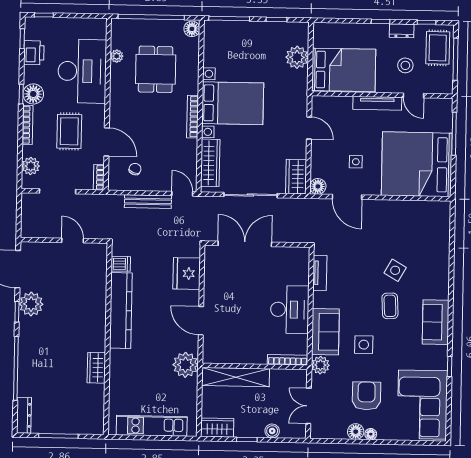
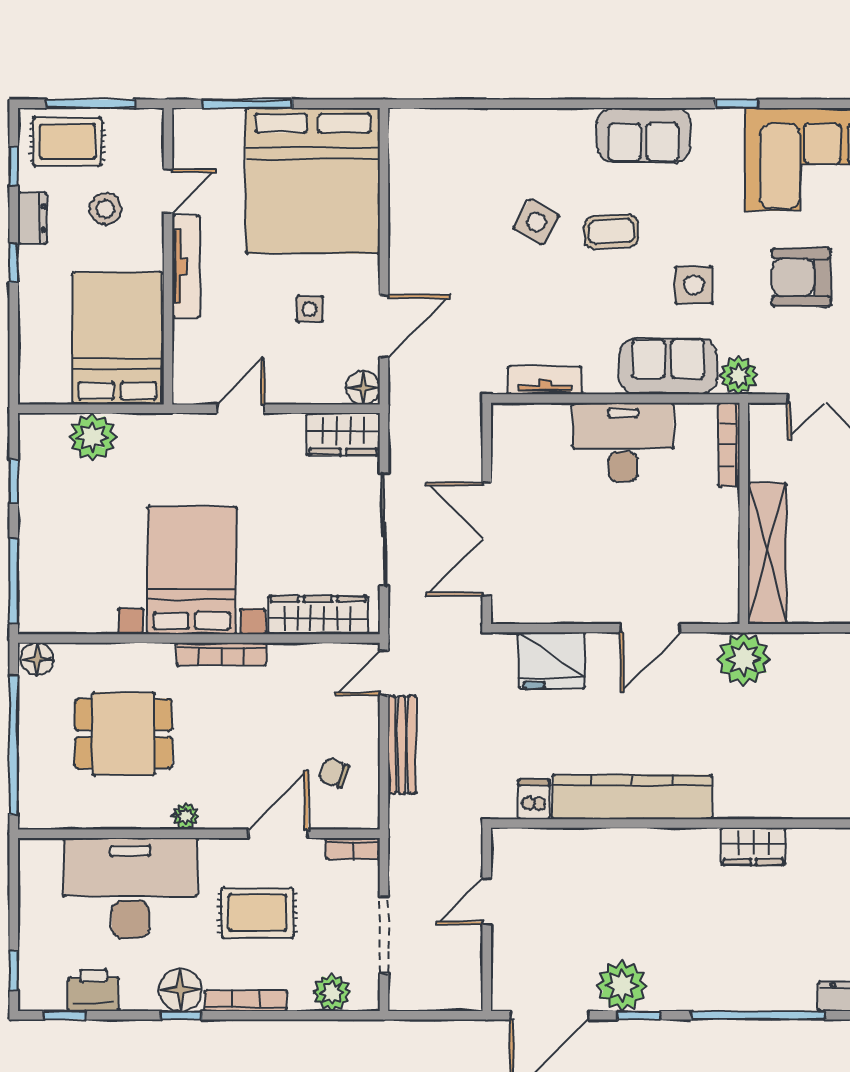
plant: (117, 56) -> (186, 816), moved

